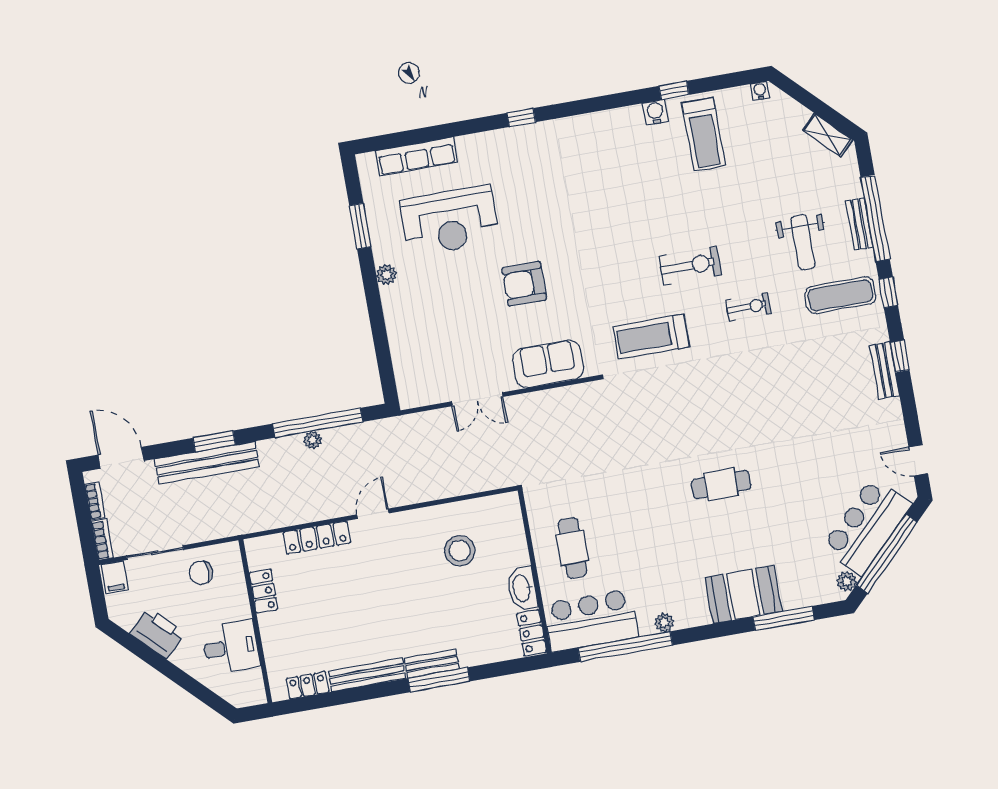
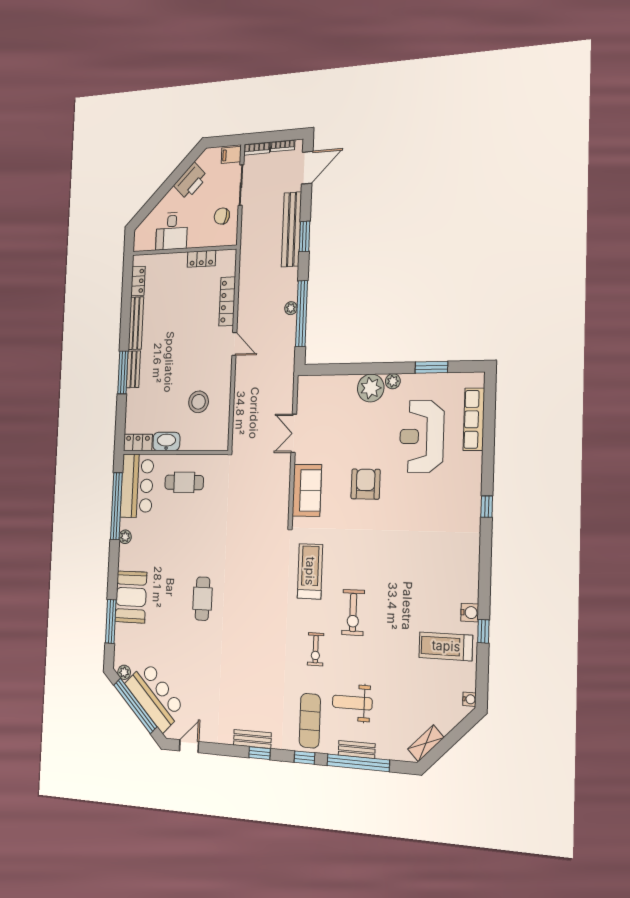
plant: (400, 303) -> (371, 388), added
chair: (201, 573) -> (222, 216), turned -79

